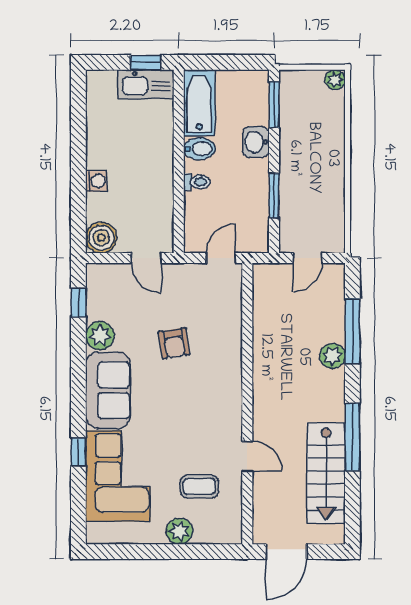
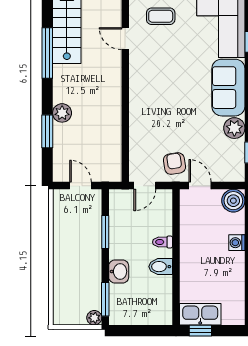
plant: (335, 80) -> (94, 318), moved
bathtub: (199, 103) -> (161, 301), removed
door: (308, 258) -> (80, 186), hinge flipped
window: (352, 331) -> (47, 131), width x0.69
armchair: (174, 343) -> (174, 164), moved

